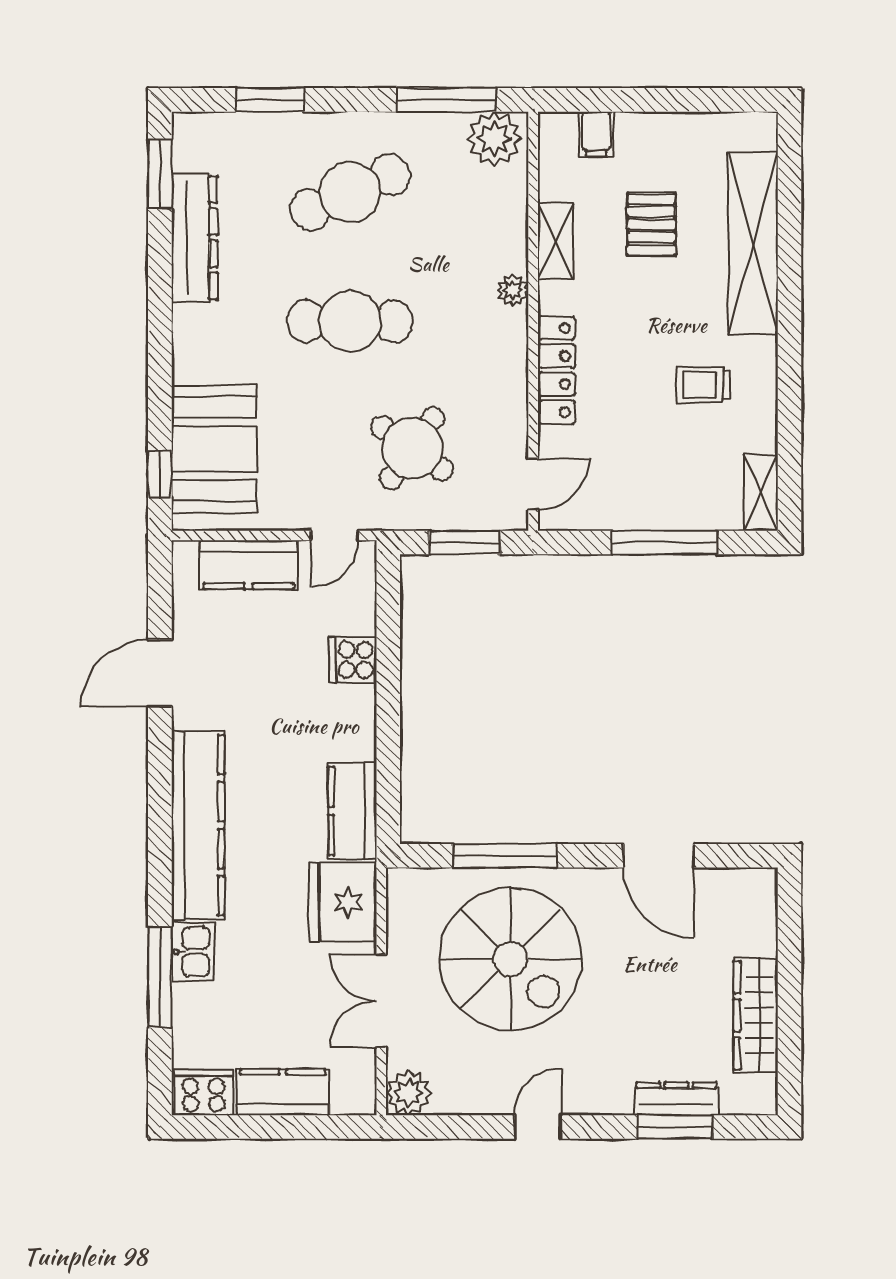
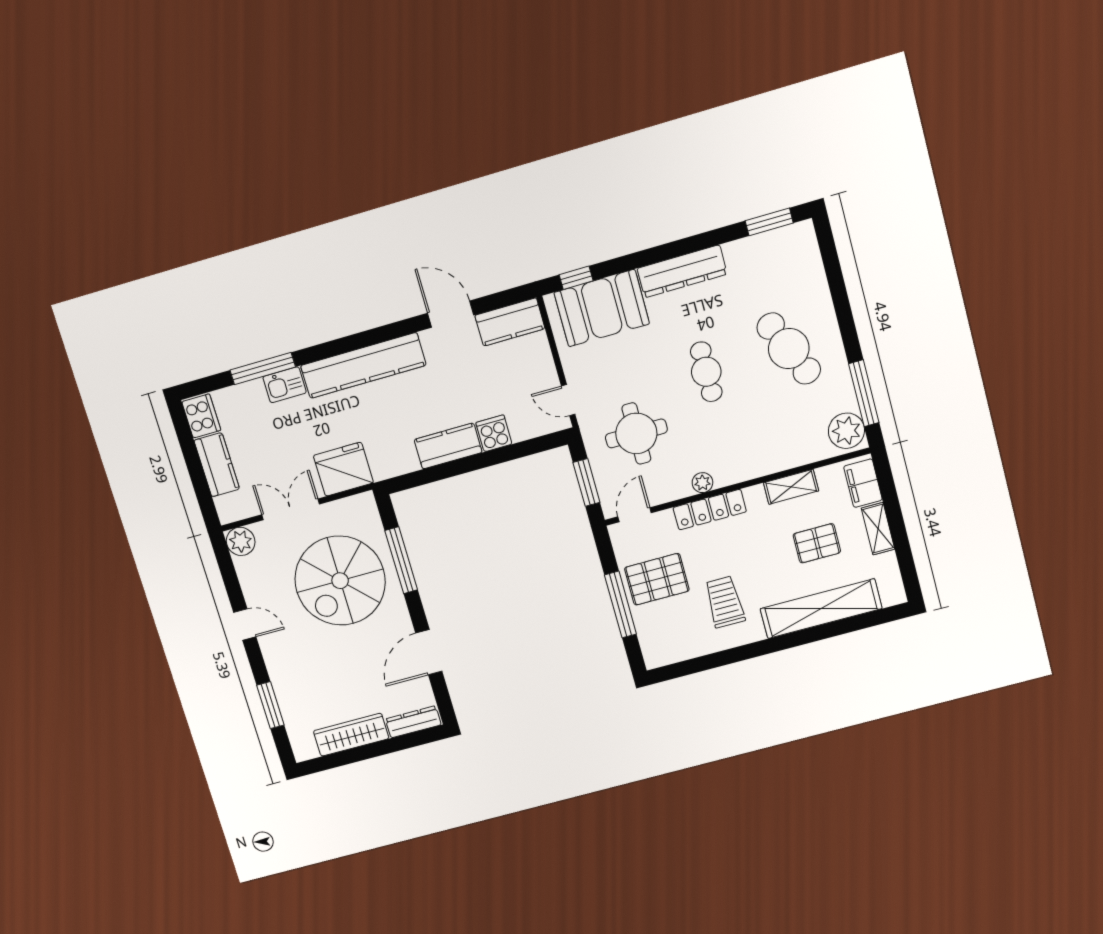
window: (270, 100) -> (836, 280), removed
filing cabinet: (596, 134) -> (863, 483), width x2.00
dresser: (195, 238) -> (682, 271), moved
plant: (513, 290) -> (702, 483), moved
cafe table: (350, 321) -> (706, 372), width x0.73, depth x0.74
trolley: (703, 385) -> (725, 602), width x1.36, depth x1.39
round table: (412, 448) -> (636, 433), turned -35
pallet: (640, 477) -> (657, 579), added
door: (533, 484) -> (635, 515), swing flipped
shelving: (761, 492) -> (878, 529), moved, turned 90
kitchen counter: (249, 565) -> (510, 322), moved, turned -90
kitchen counter: (352, 811) -> (448, 446), moved
dresser: (676, 1099) -> (413, 722), moved, turned -90

